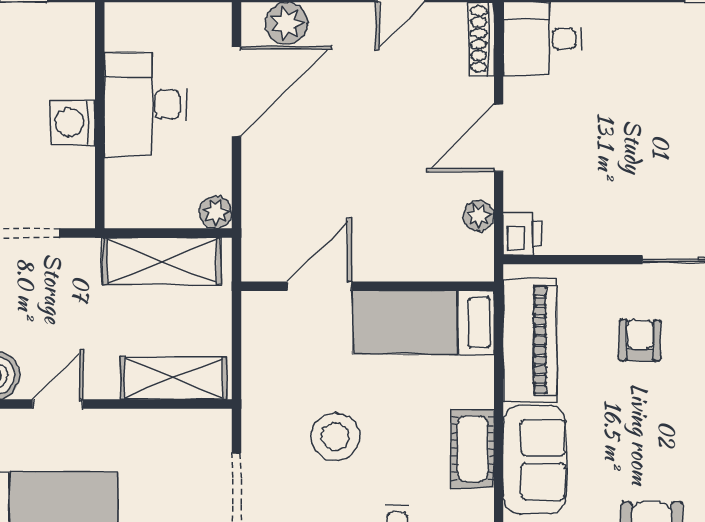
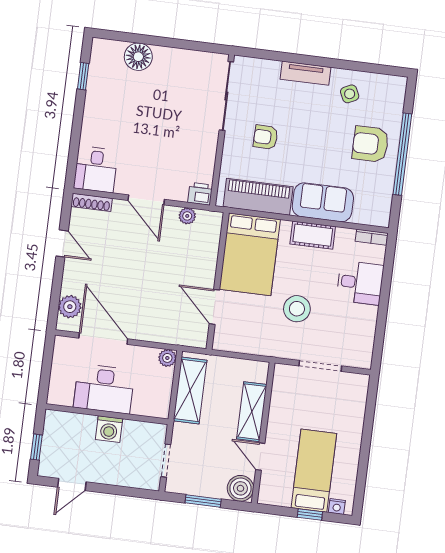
bed: (423, 323) -> (250, 254), width x1.50
shelving: (174, 378) -> (252, 412), moved

